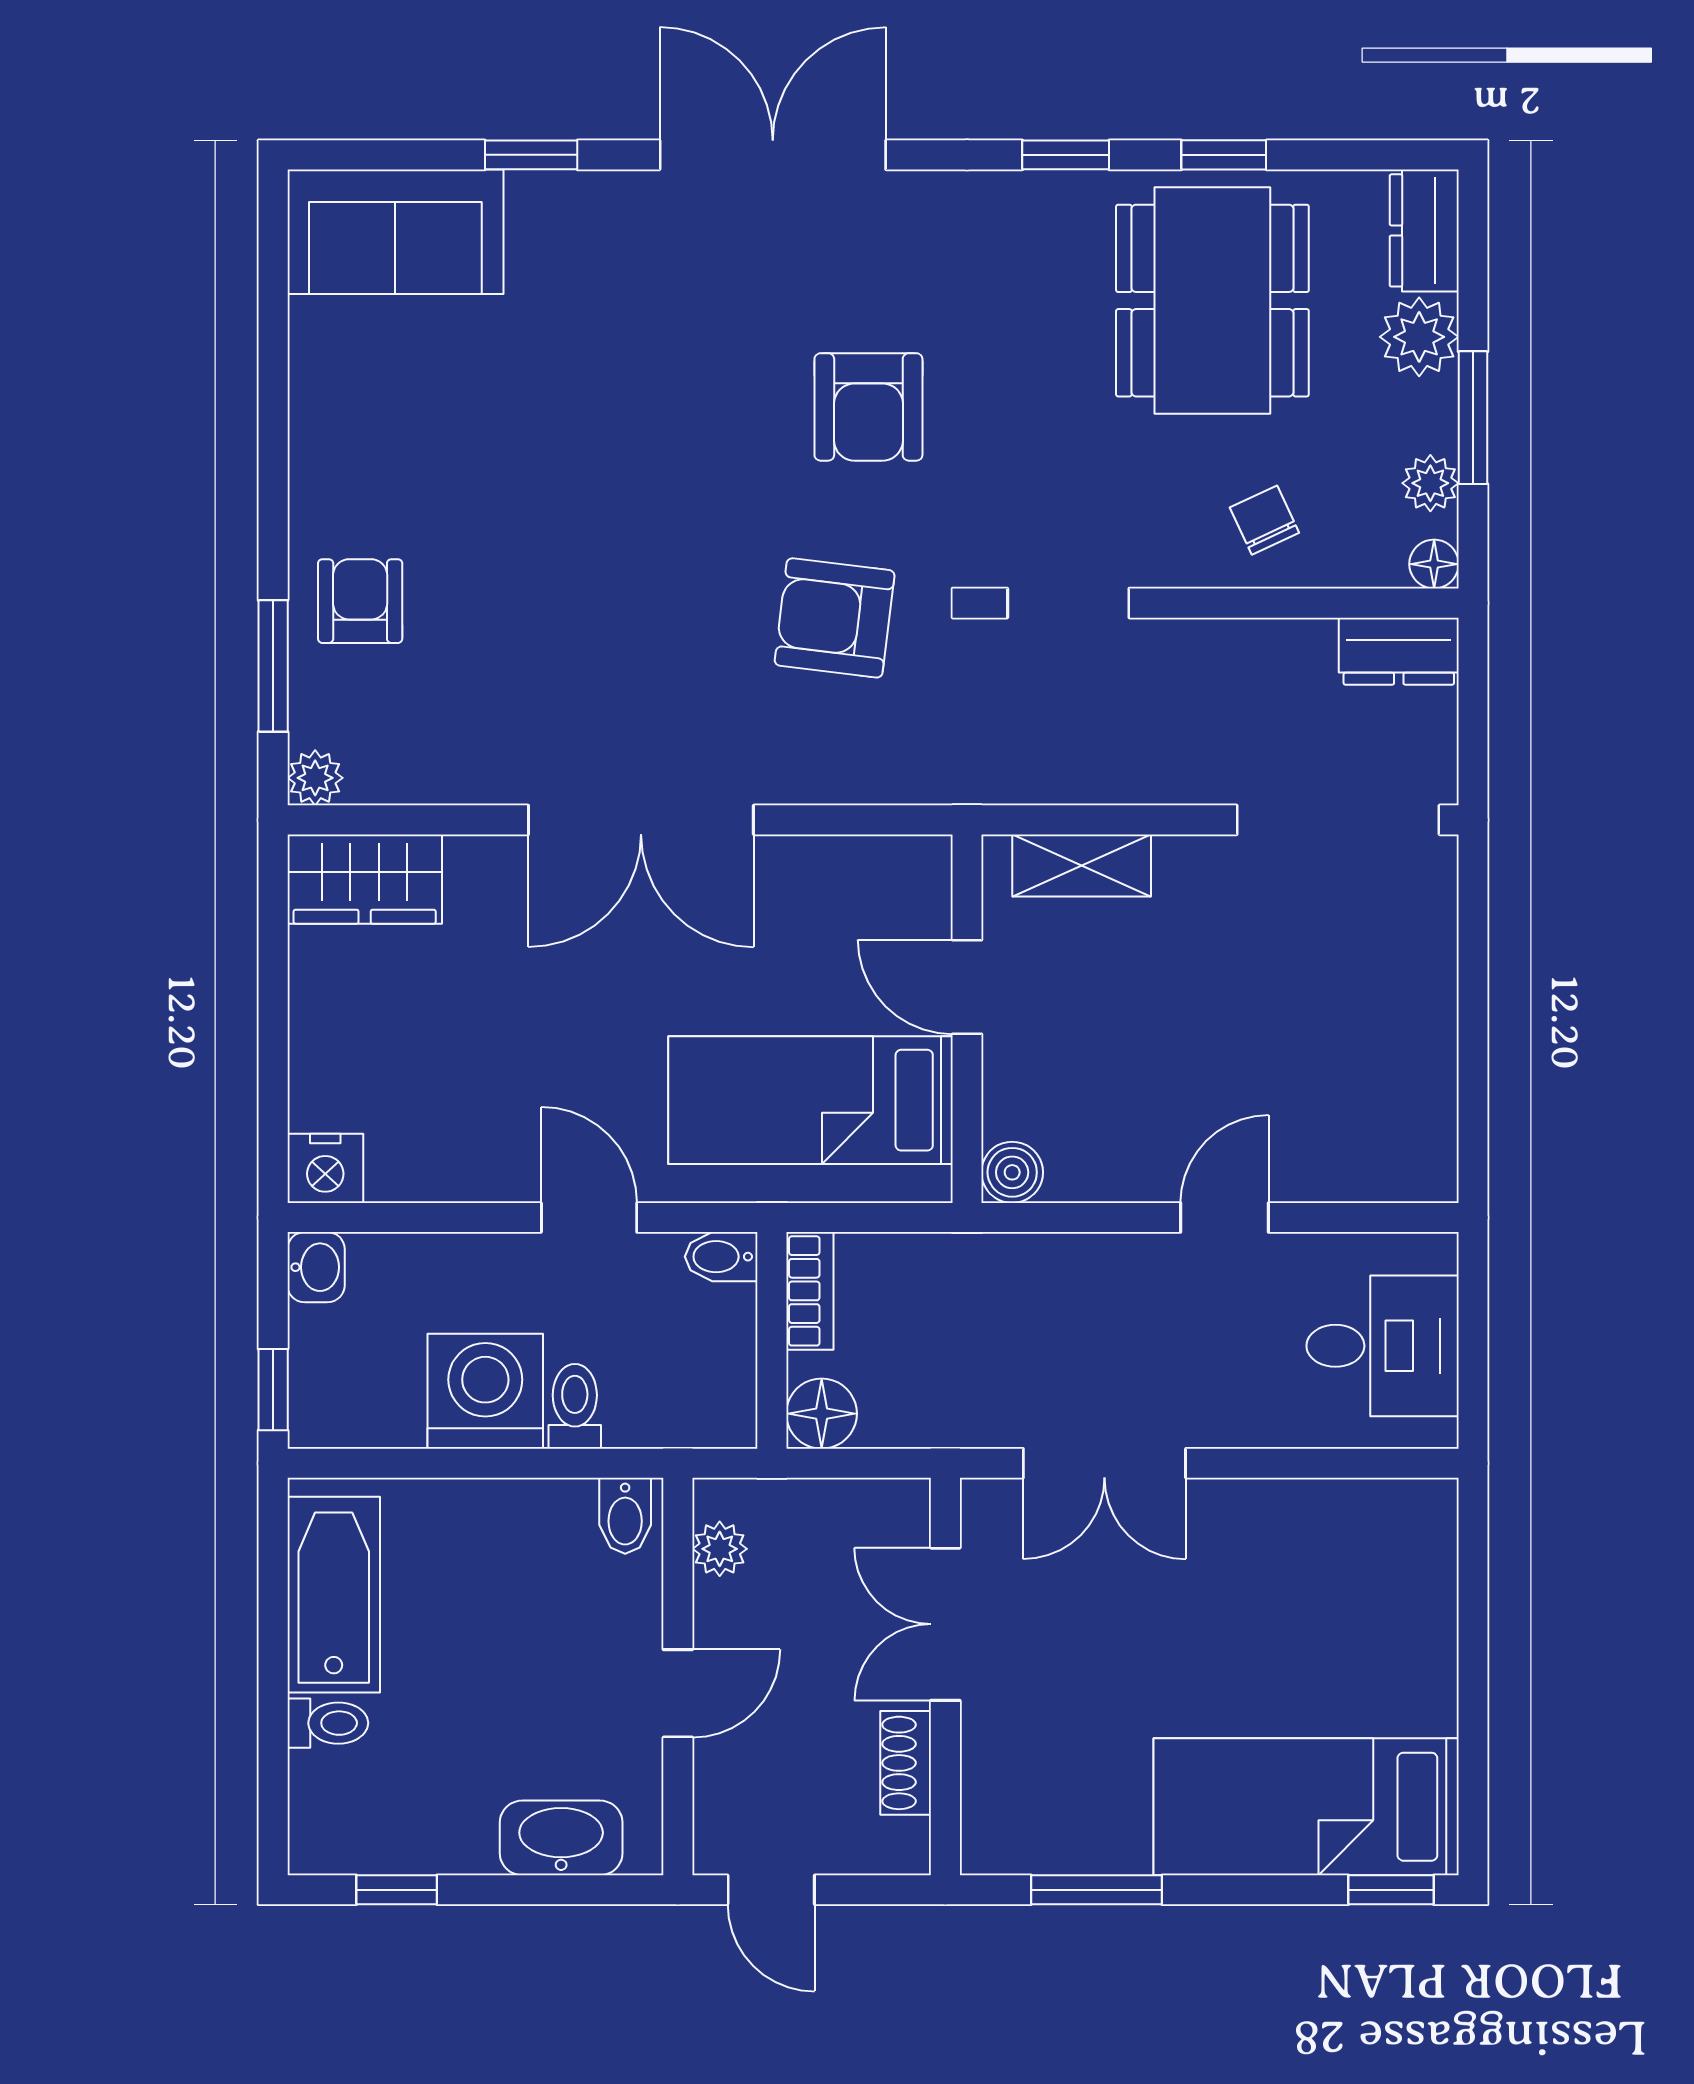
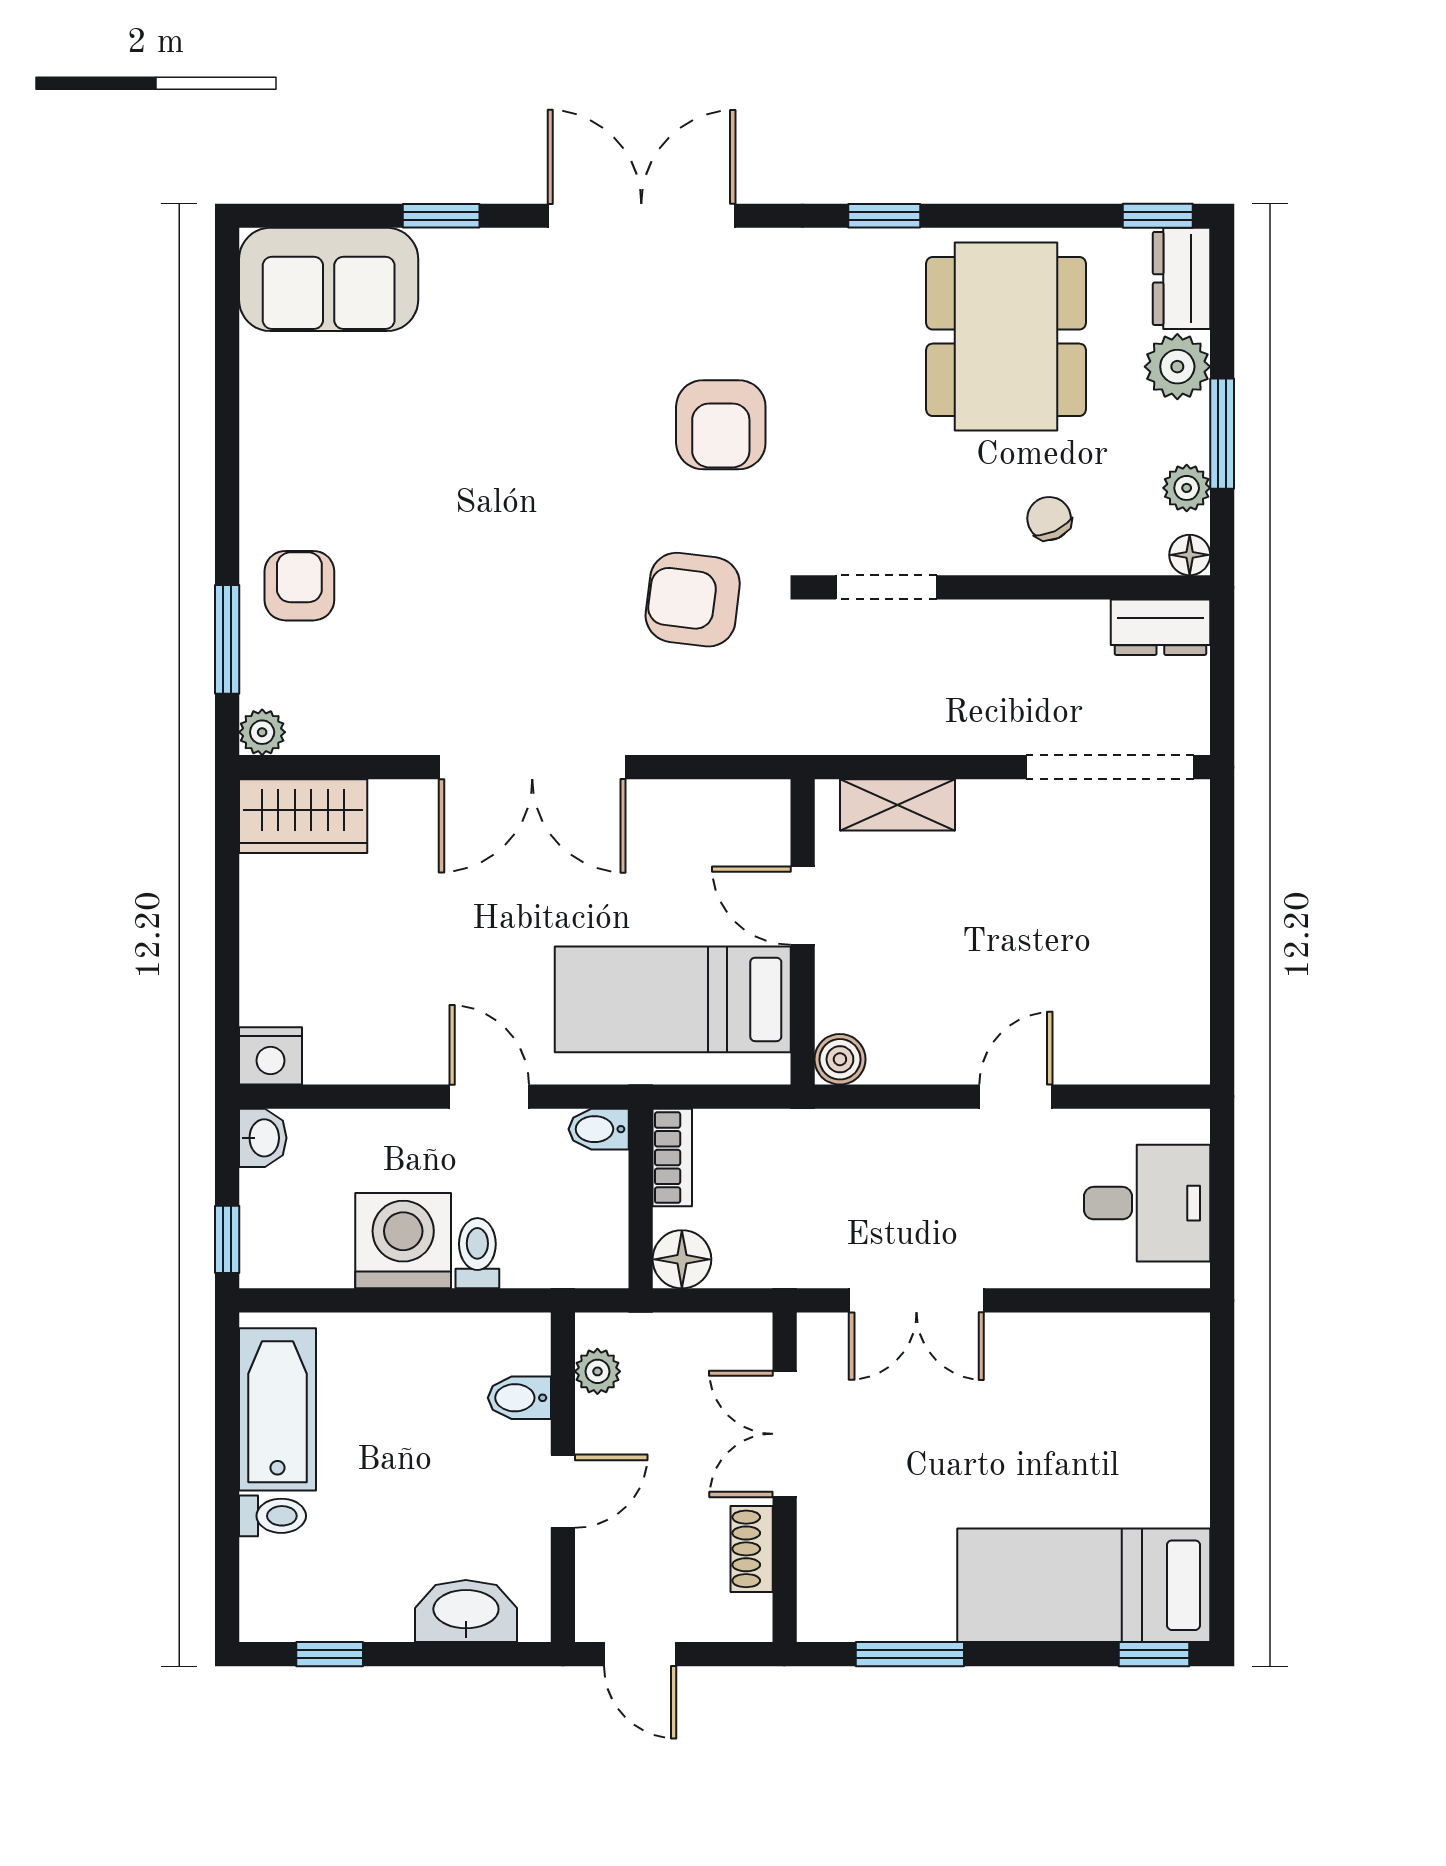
window: (1224, 155) -> (1158, 216), moved
bidet: (625, 1516) -> (519, 1398), moved, turned 90

